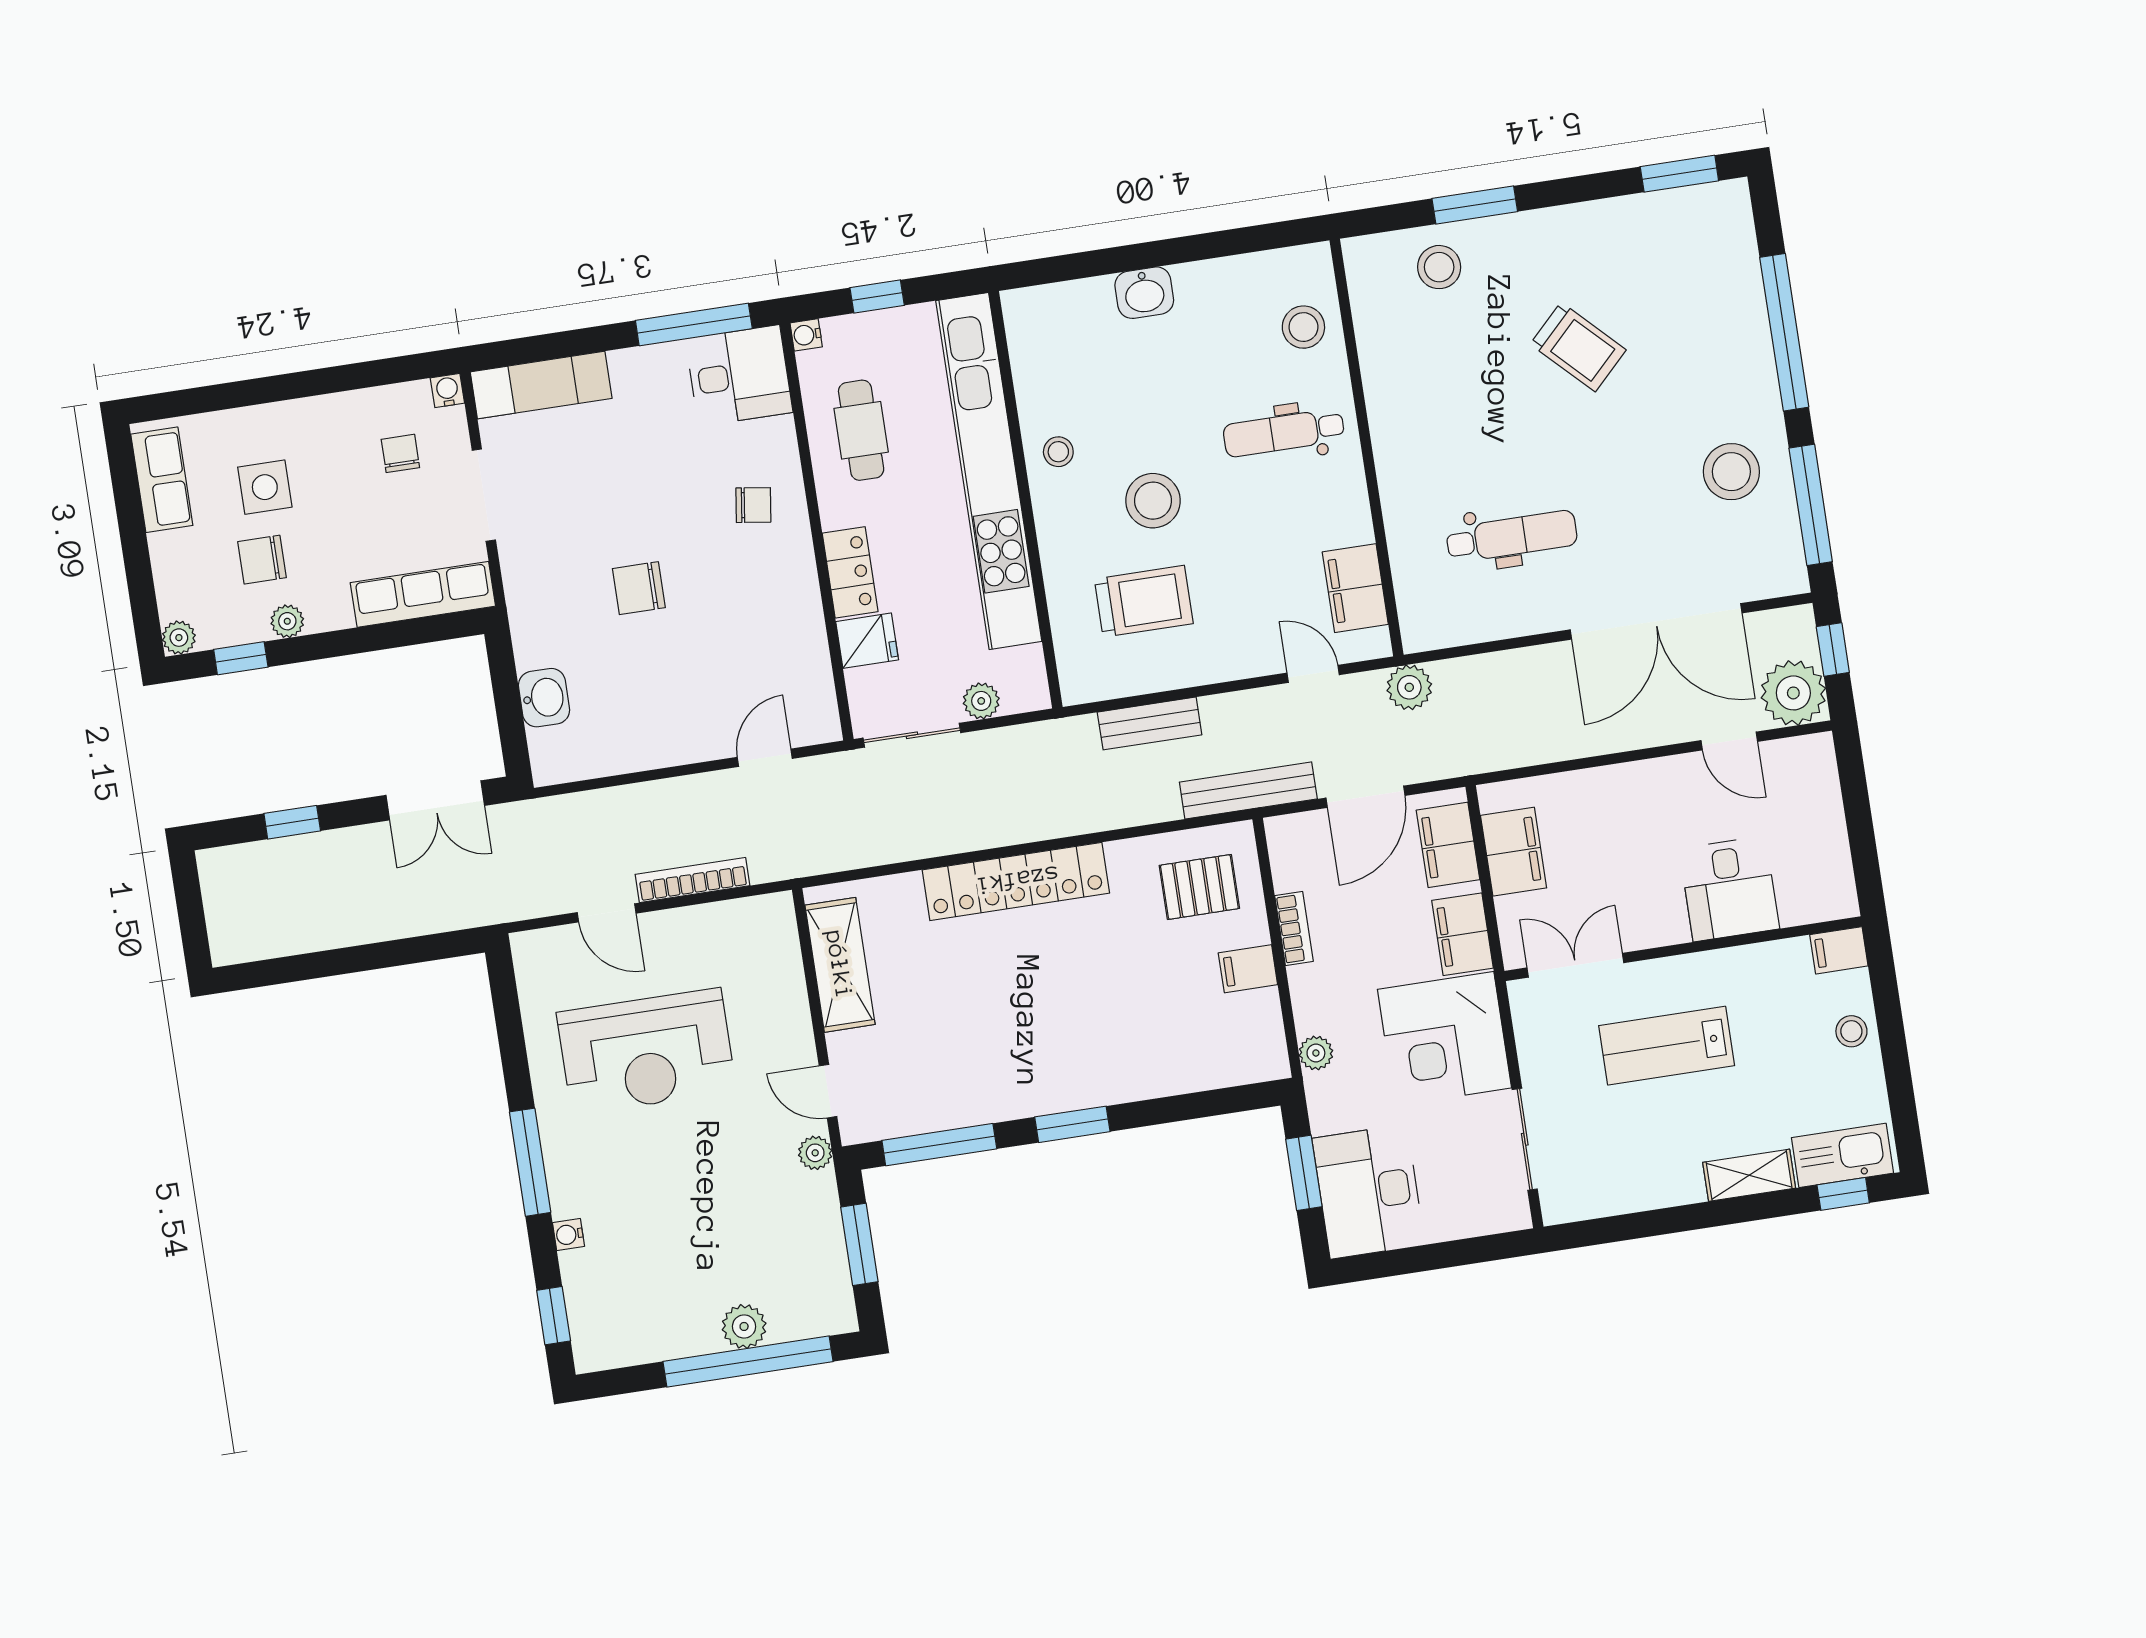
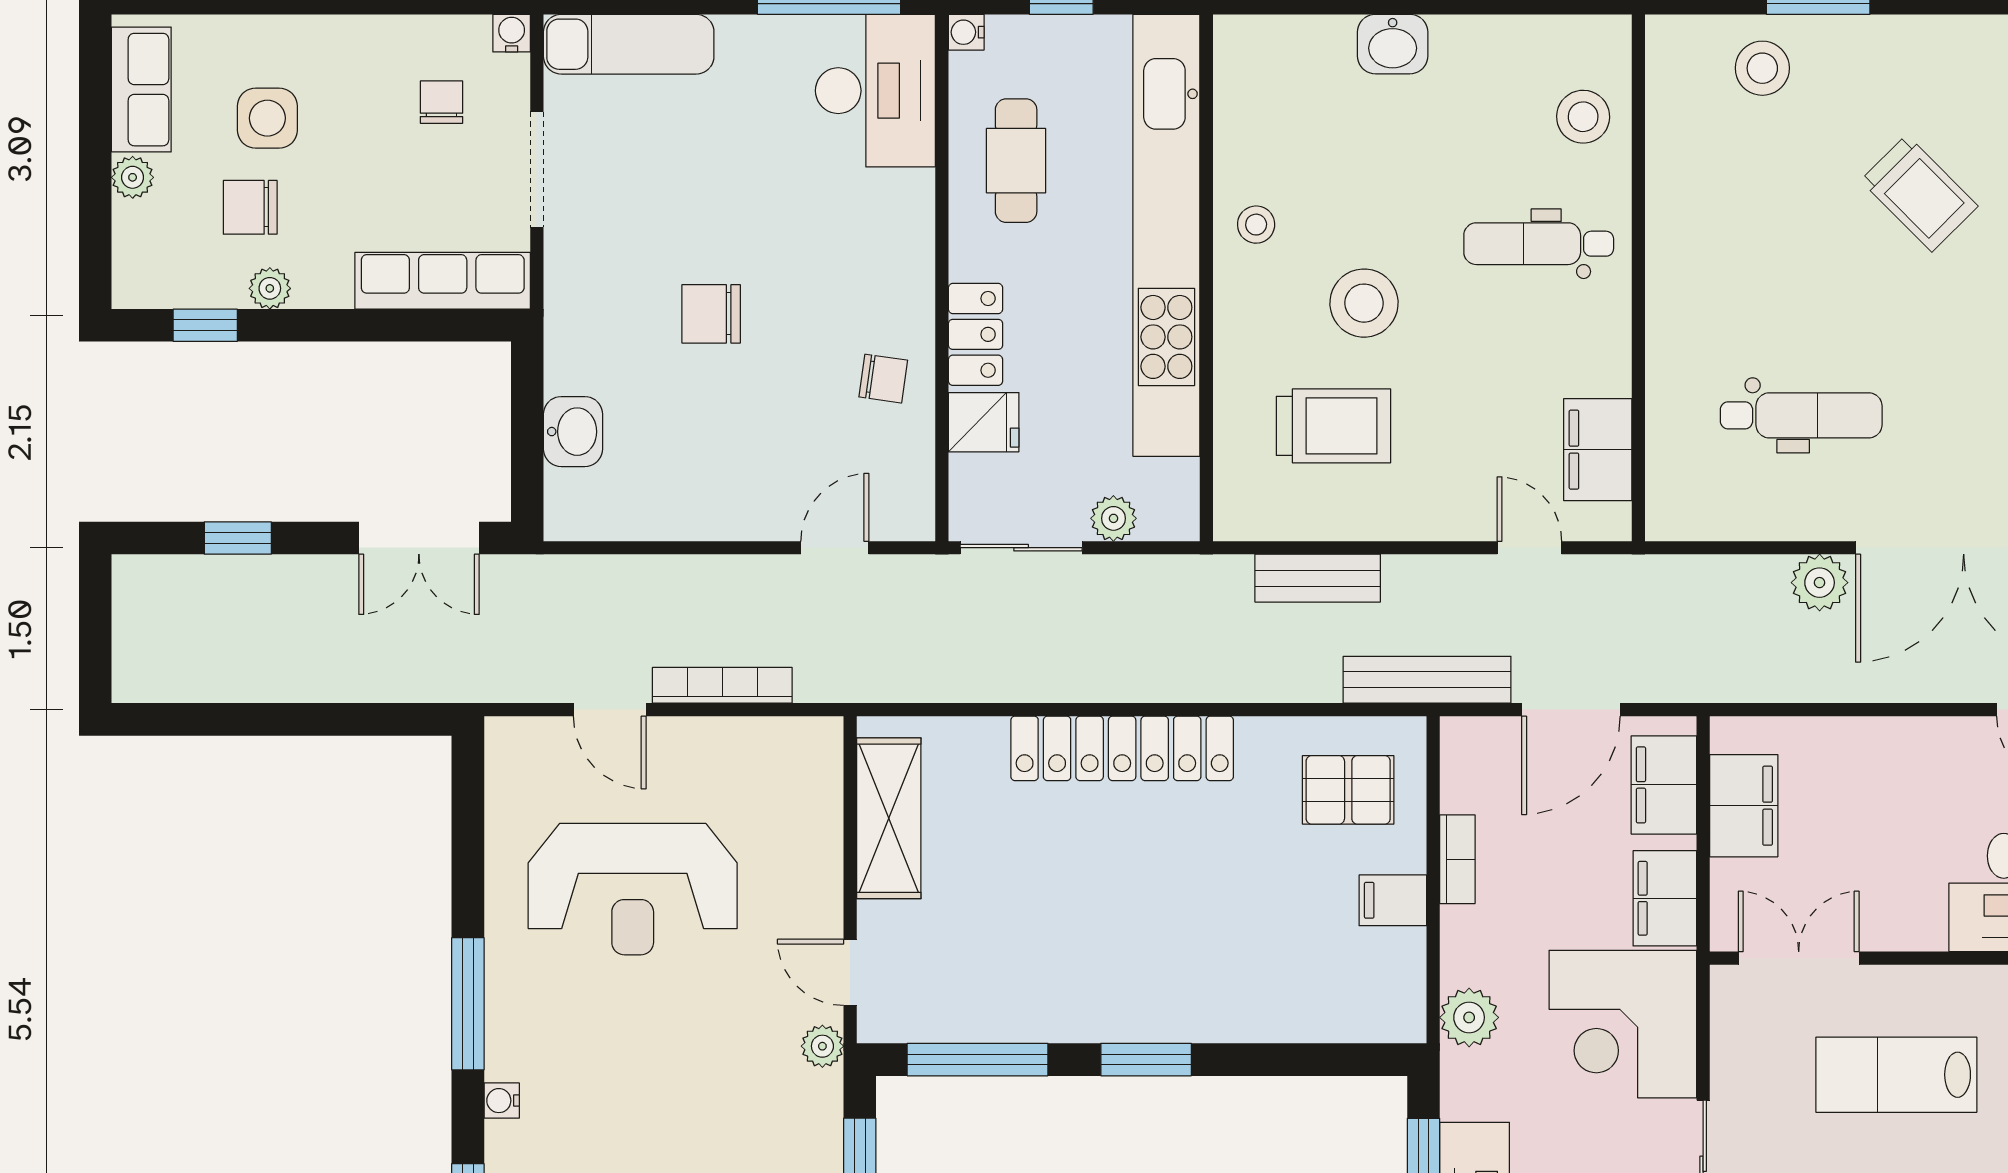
desk: (739, 376) -> (875, 91), width x1.37
chair: (753, 505) -> (883, 379), moved
plant: (179, 638) -> (133, 177), moved
plant: (1409, 687) -> (1820, 583), moved
plant: (1316, 1053) -> (1469, 1017), width x1.38, depth x1.38

